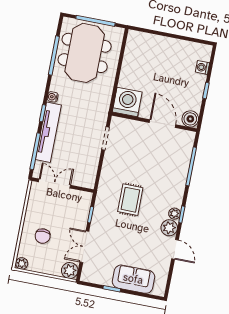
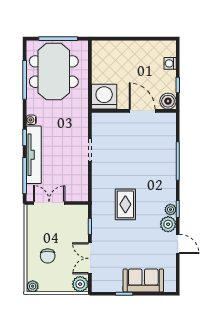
washing machine: (127, 102) -> (104, 97), moved
boiler: (190, 119) -> (168, 101), moved
wall: (154, 122) -> (134, 111), moved
door: (163, 124) -> (142, 111), moved

